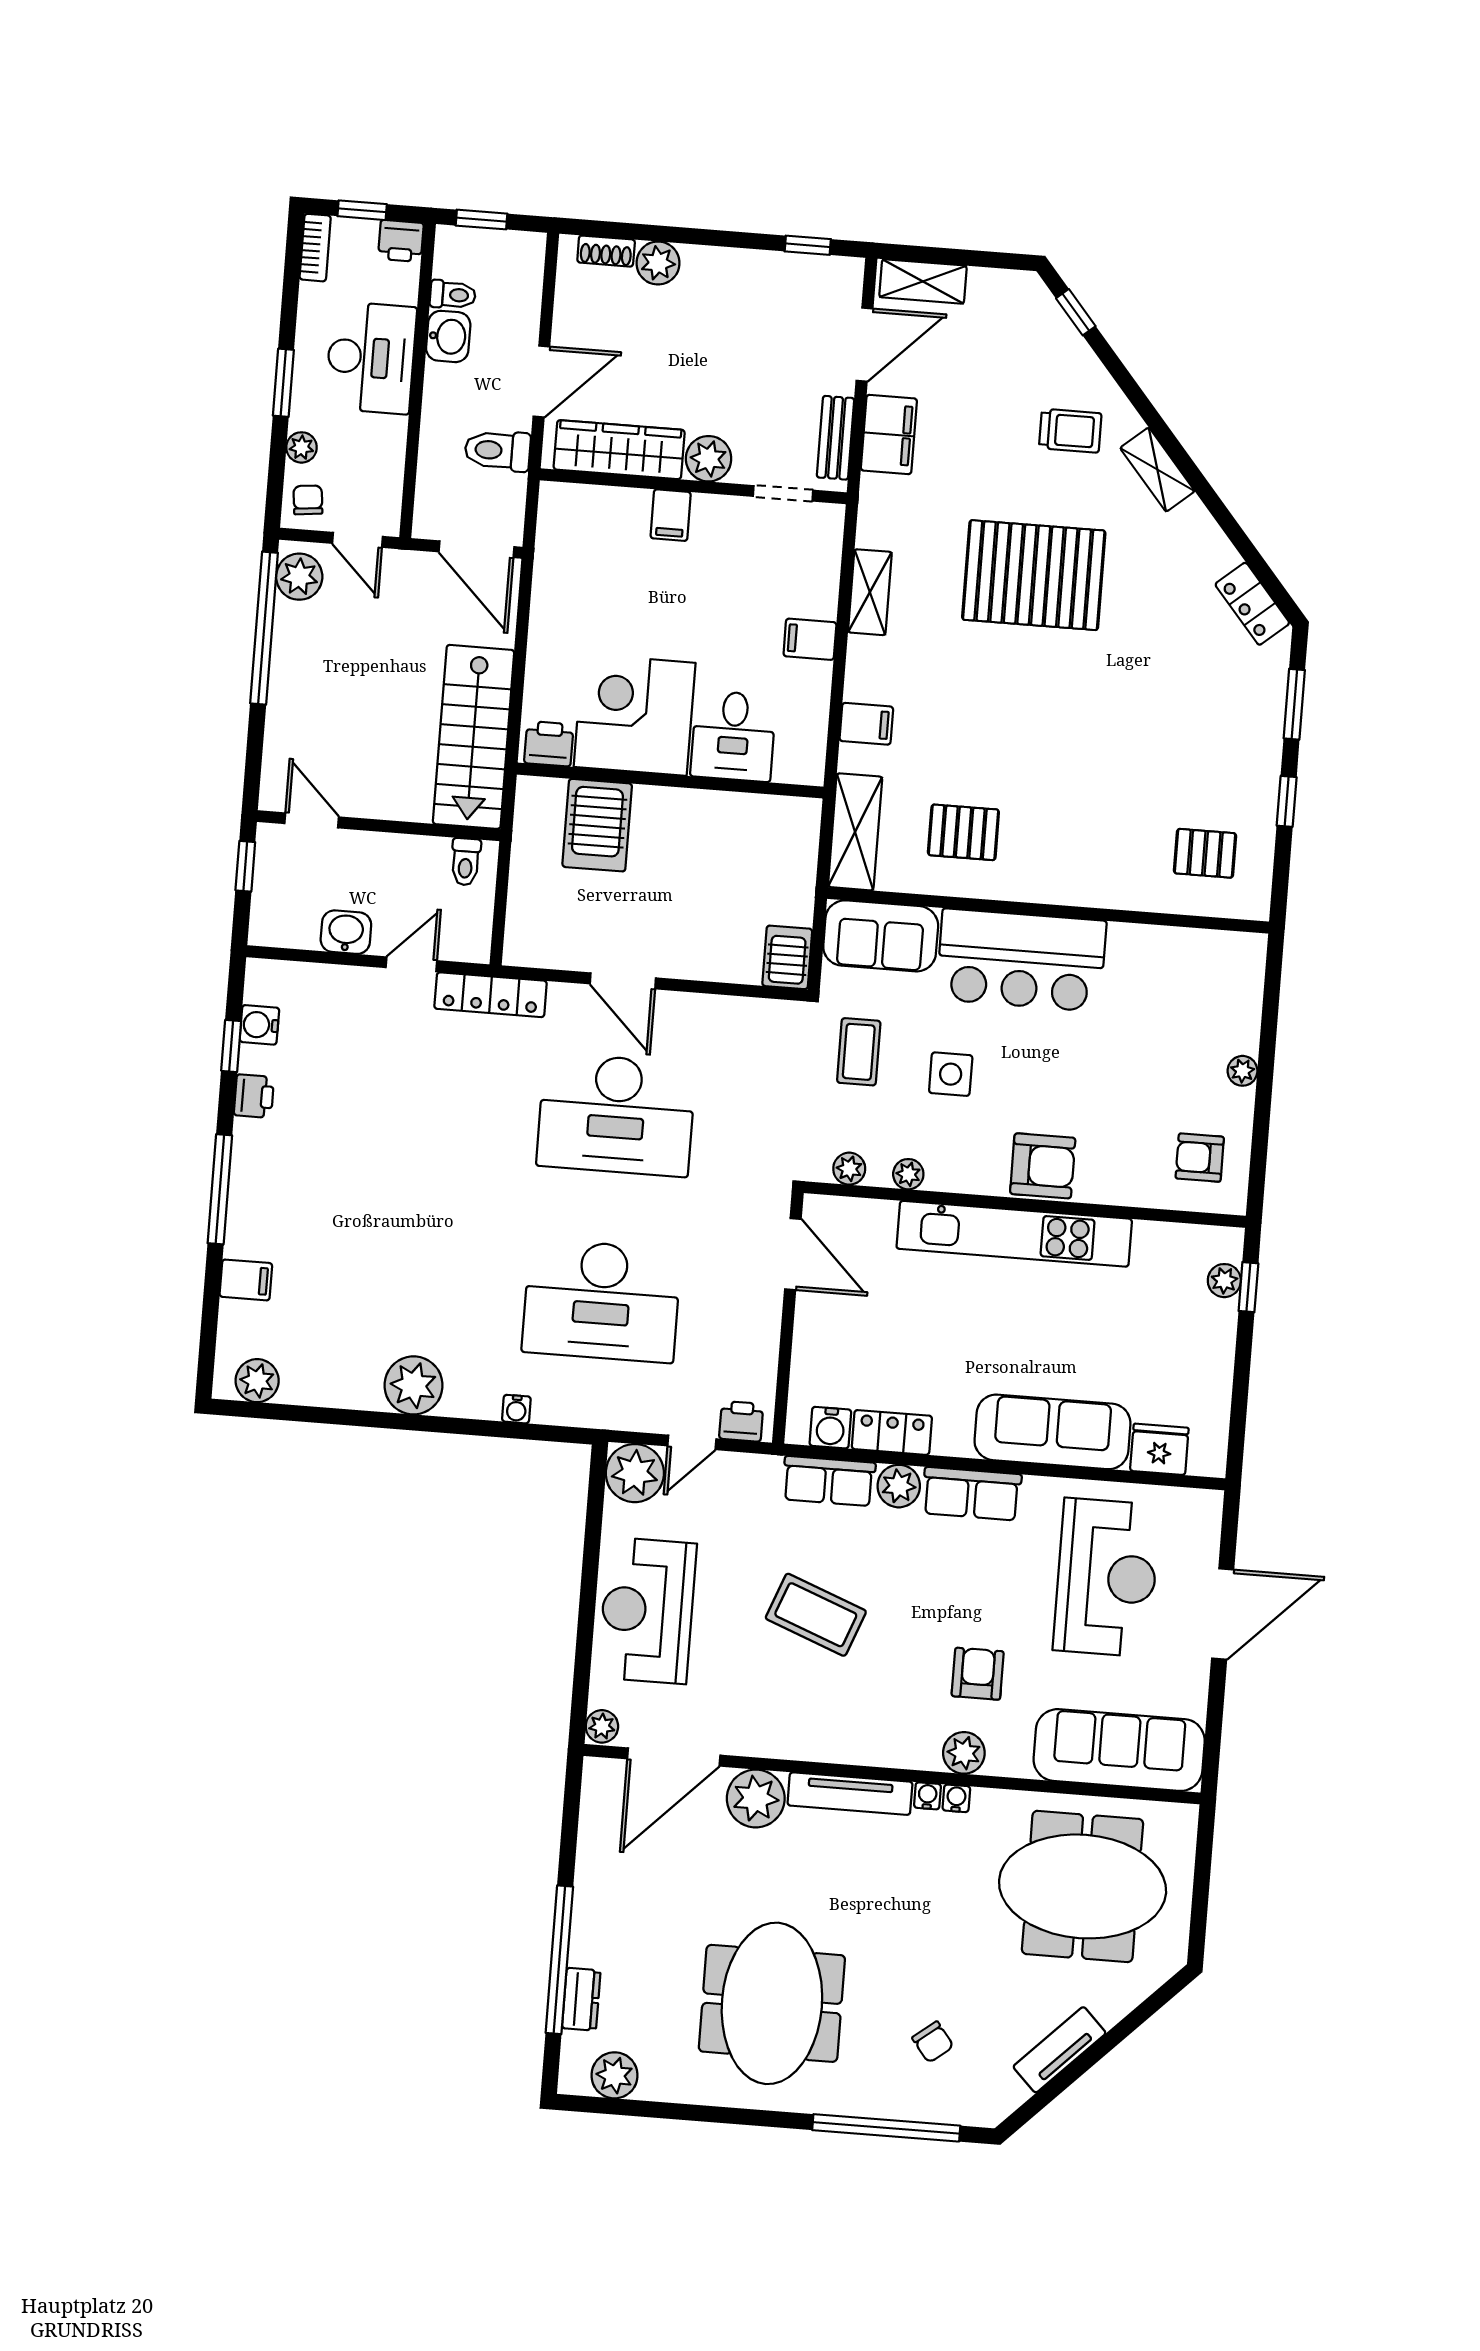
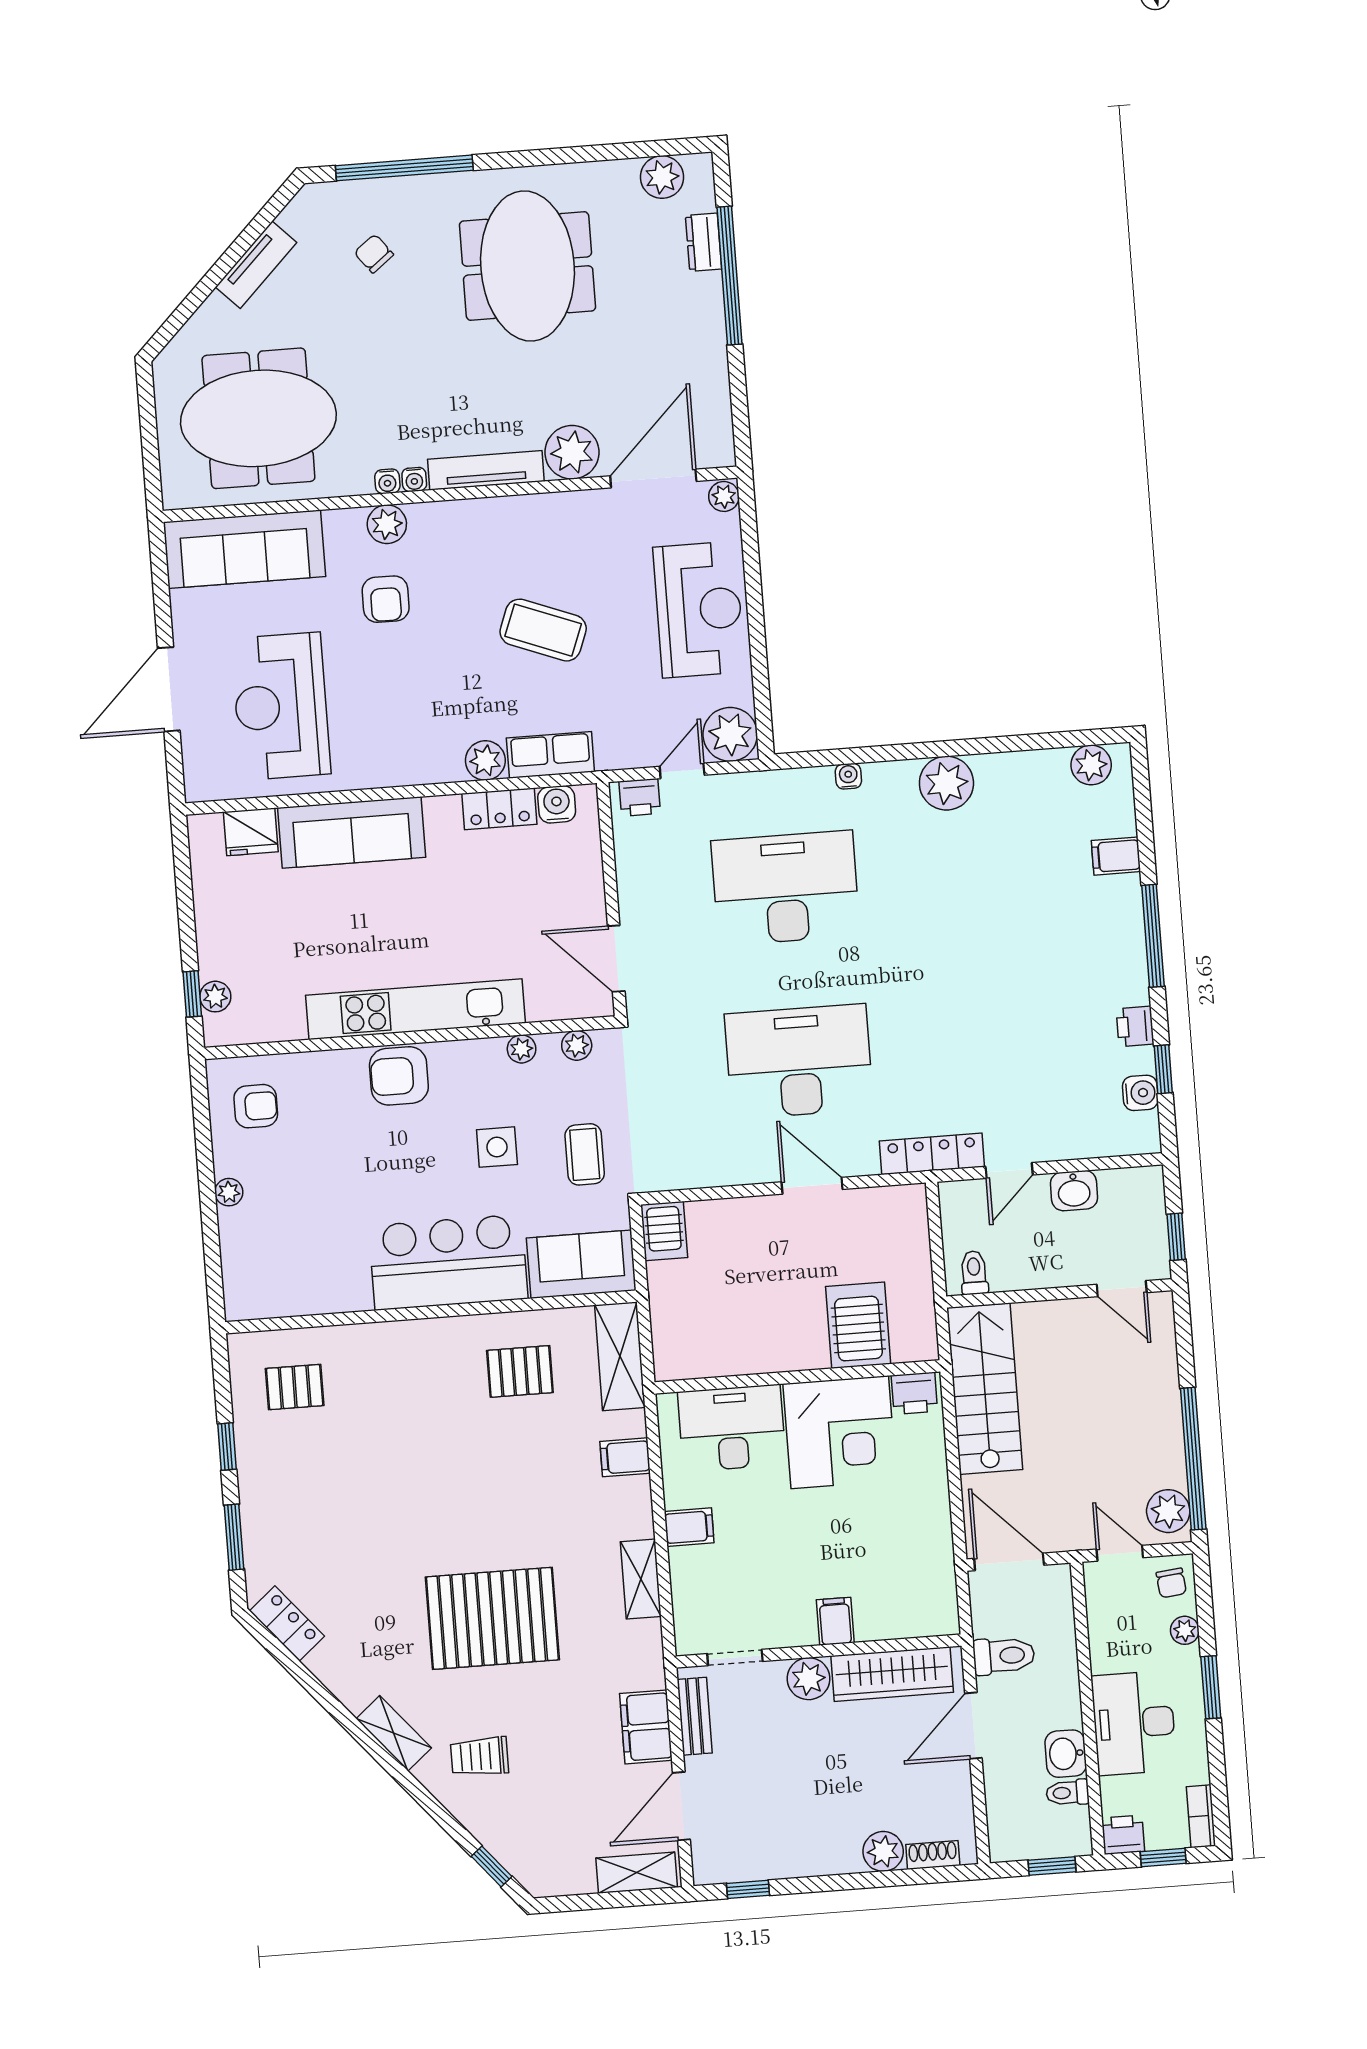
desk: (733, 736) -> (732, 1428), width x1.37
row of seats: (972, 1494) -> (417, 764), removed

